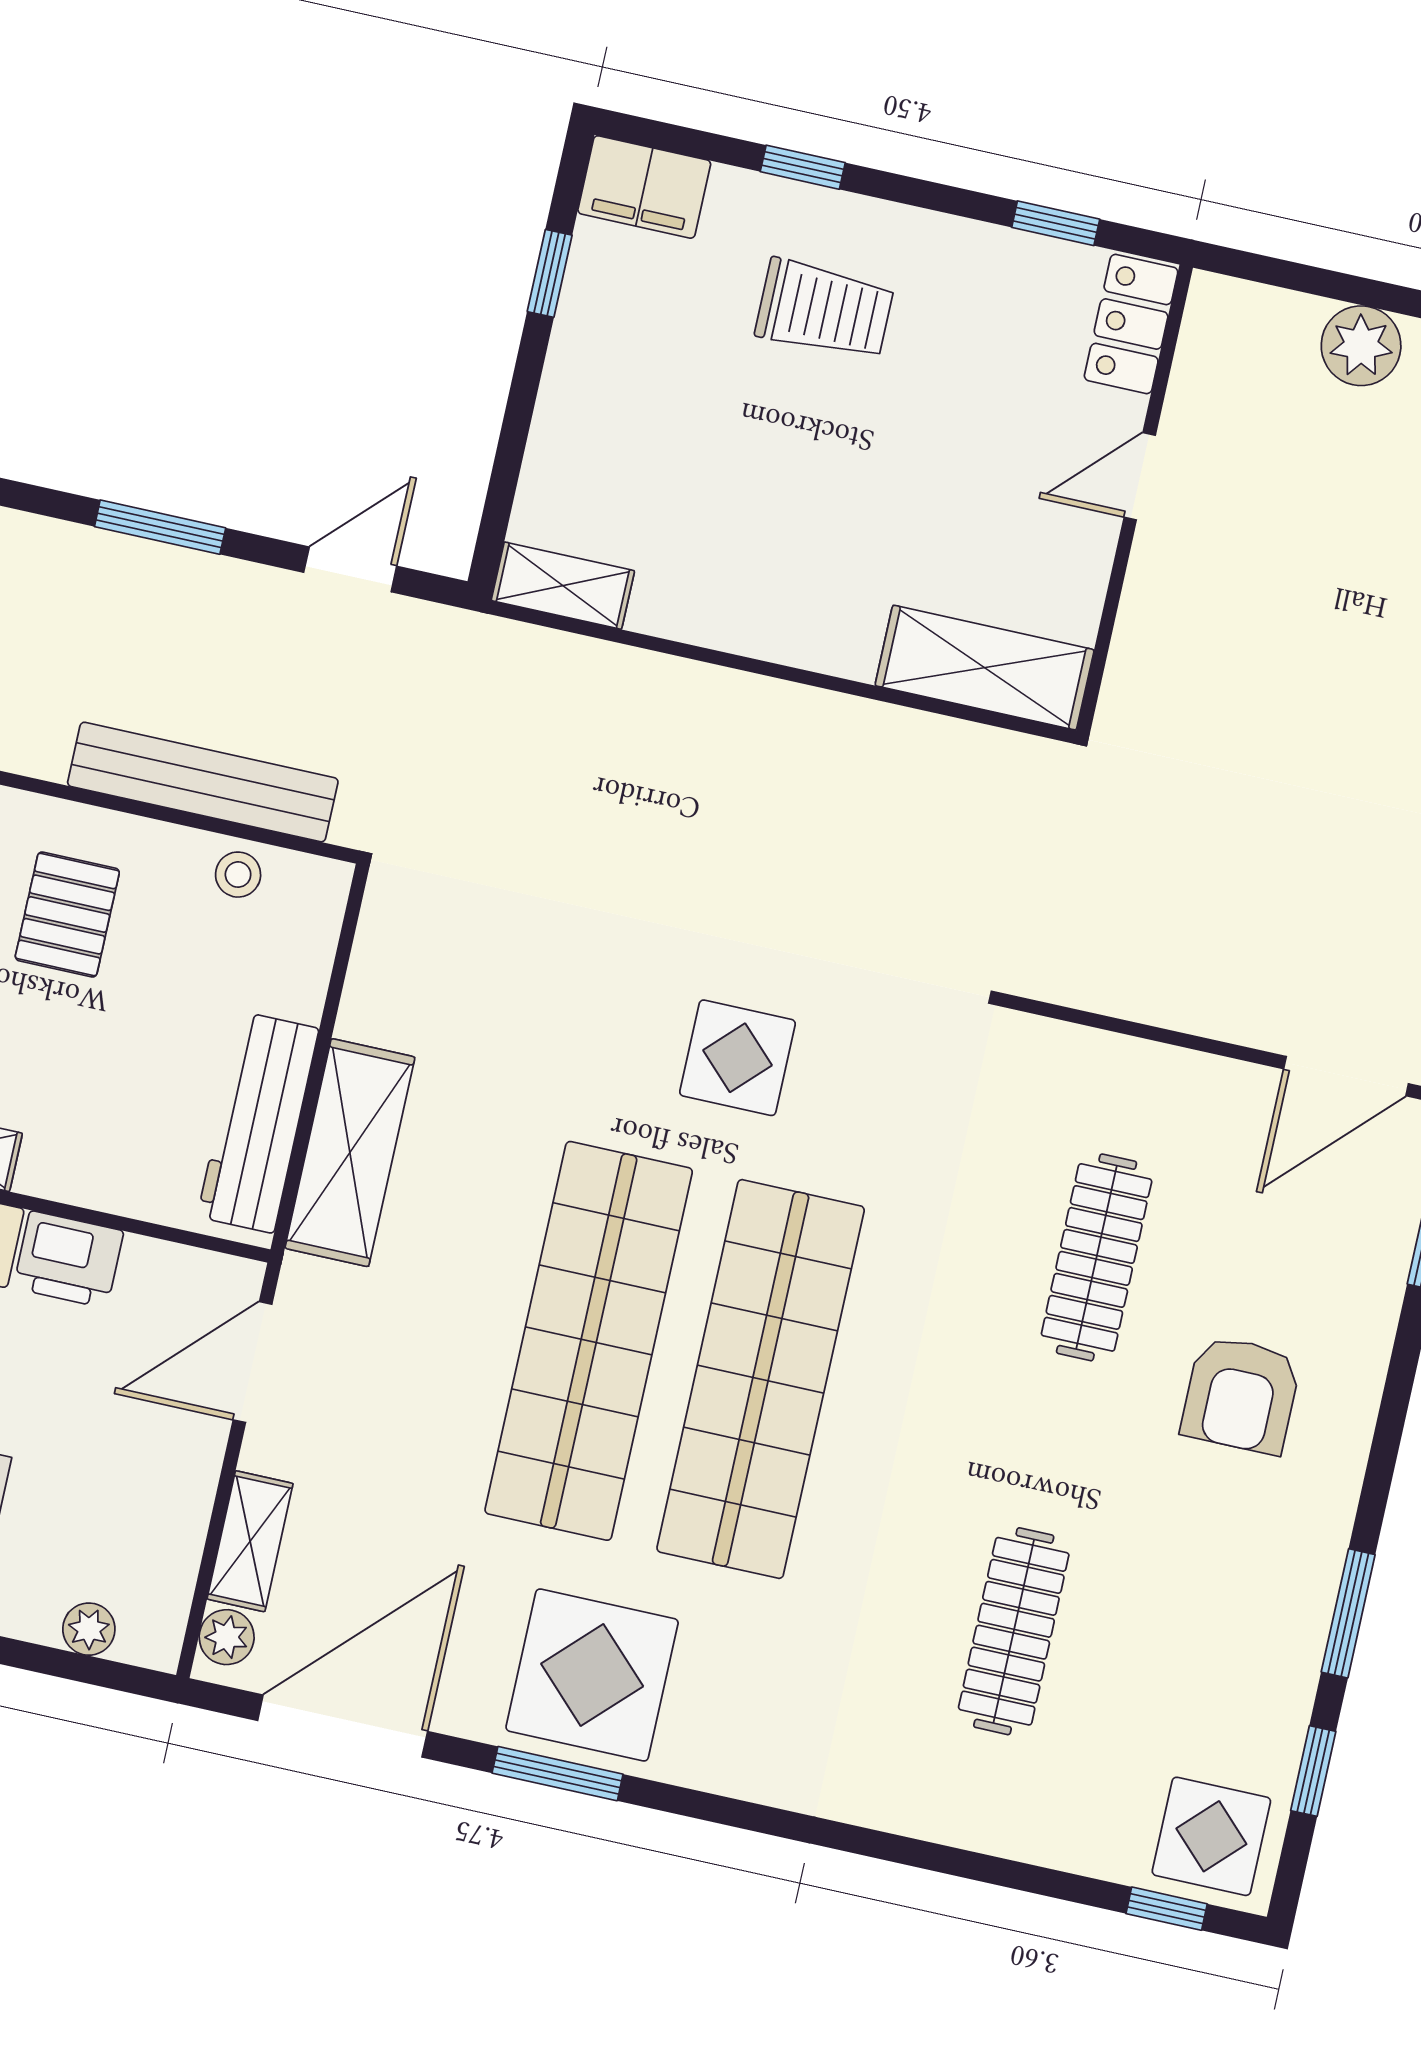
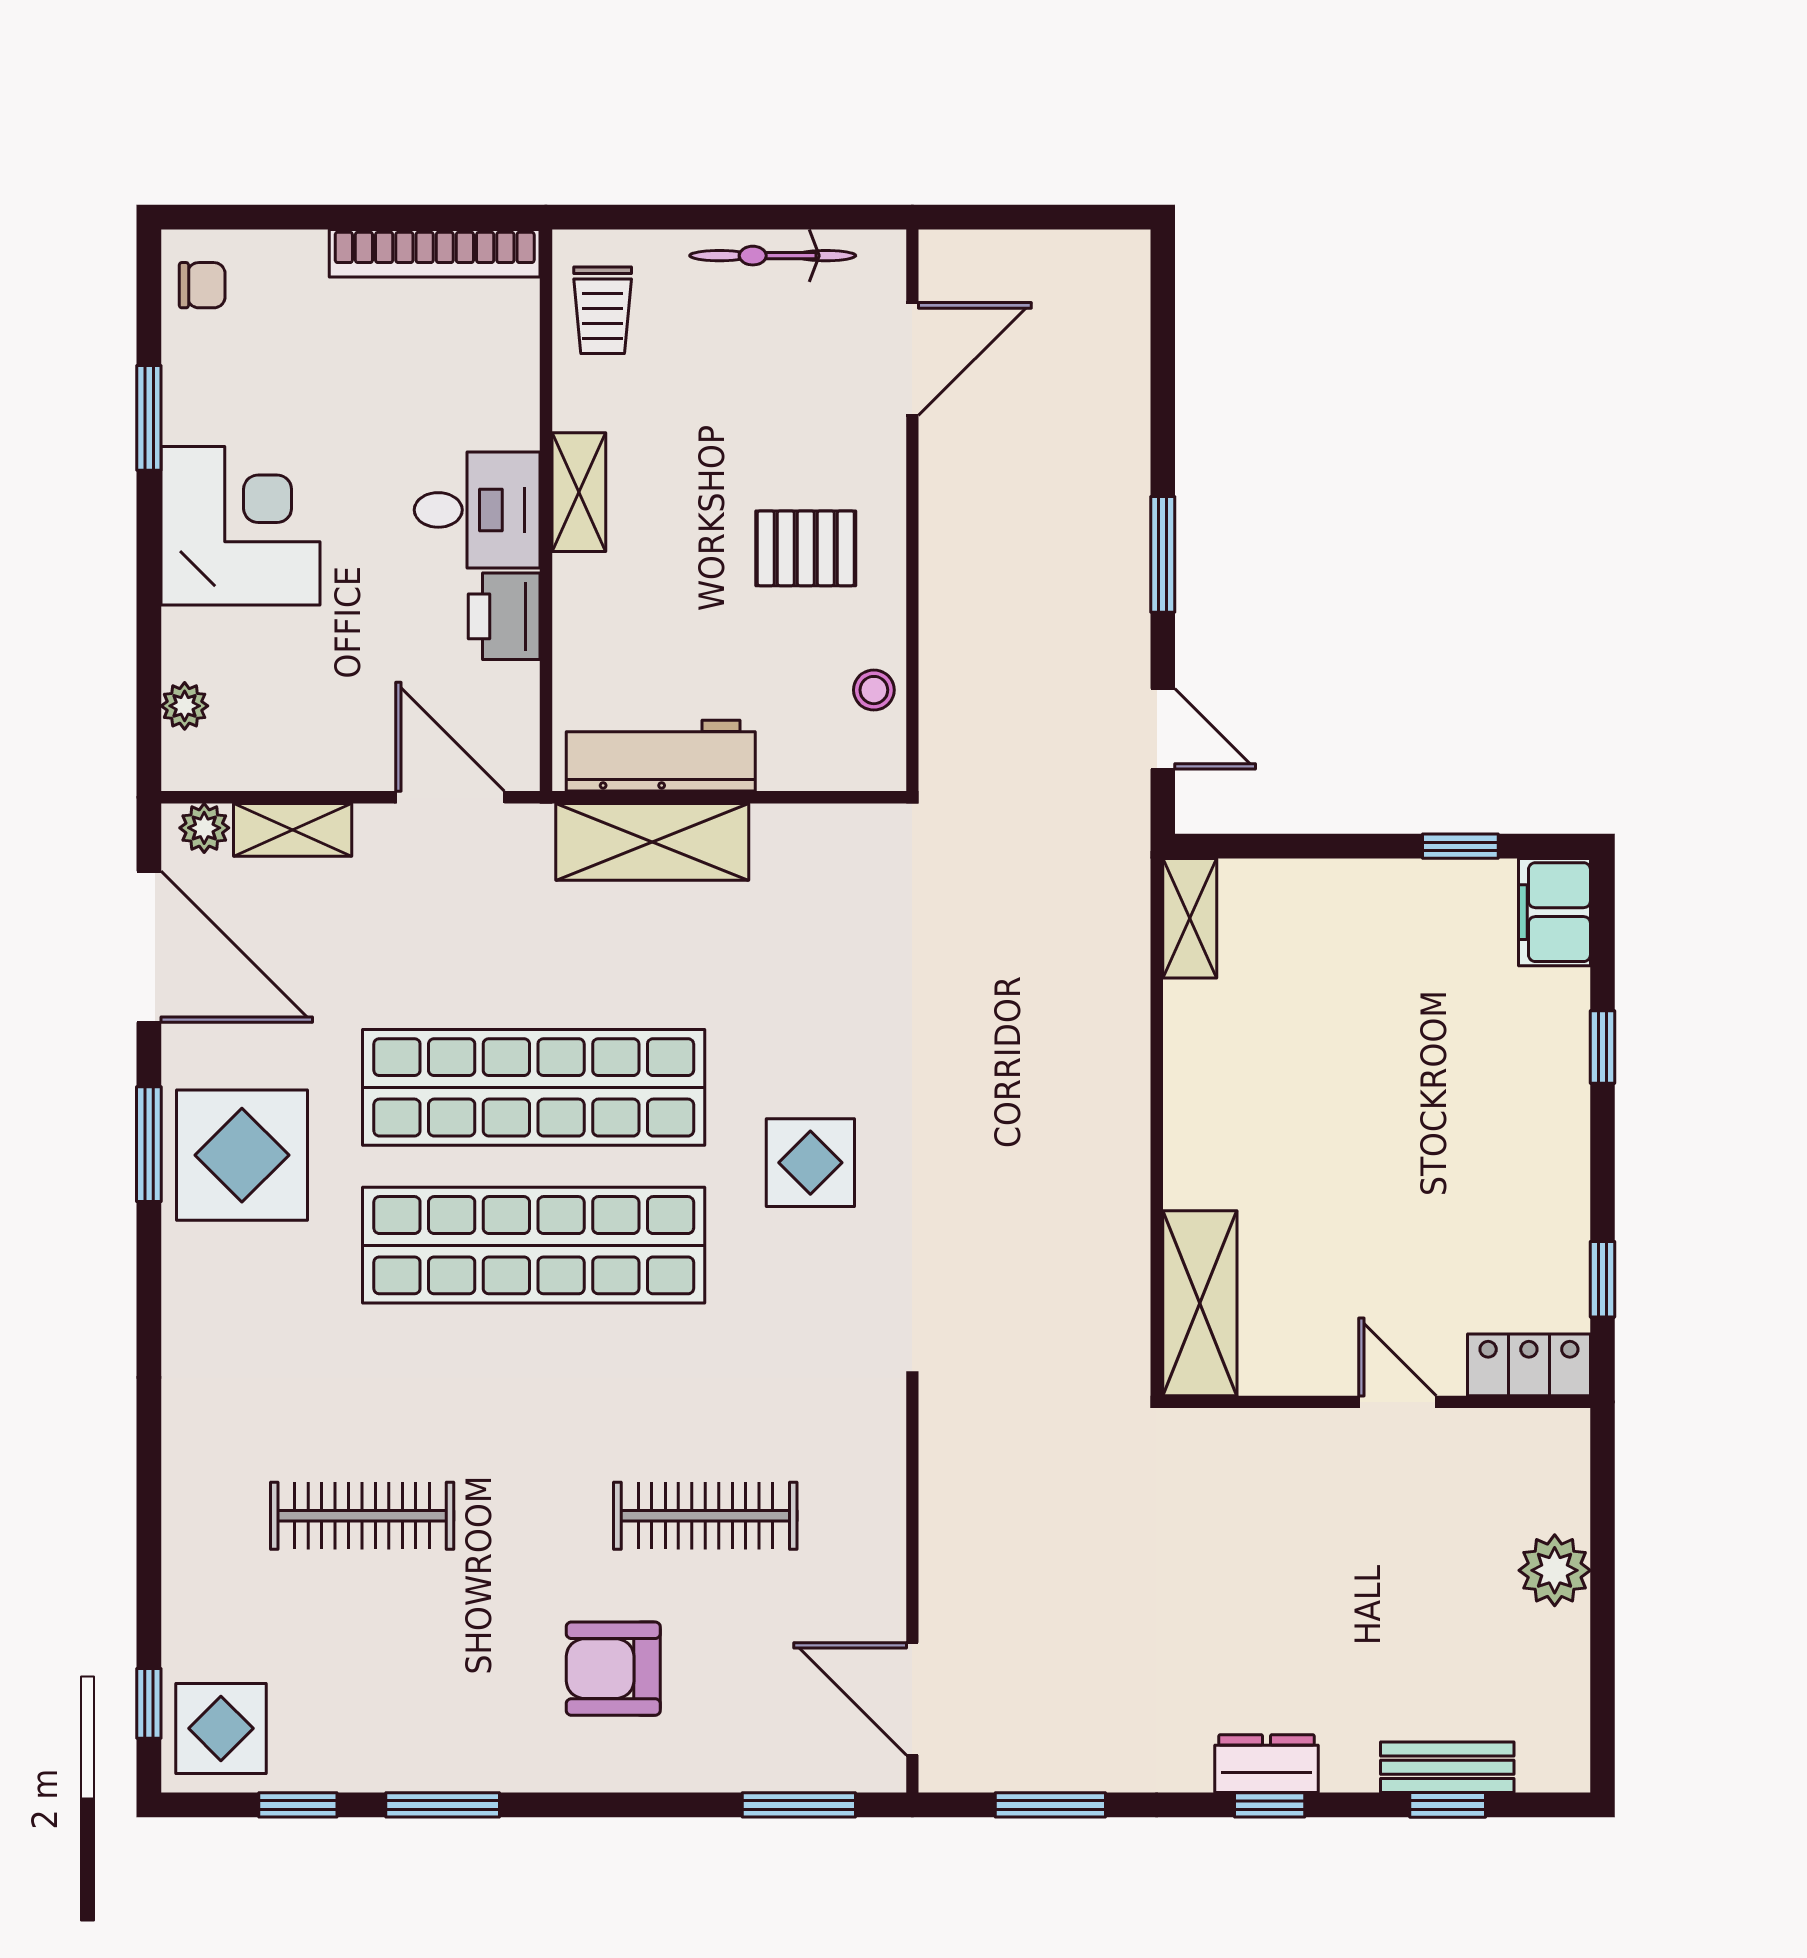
trolley: (825, 310) -> (1482, 1094), removed
bench: (203, 782) -> (948, 641), removed

